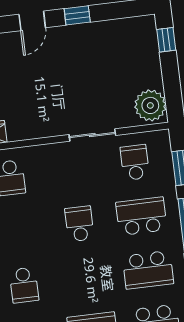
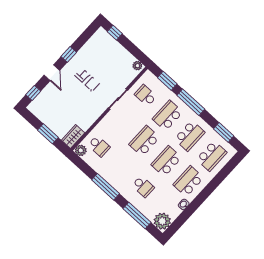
plant: (150, 105) -> (137, 66), width x0.53, depth x0.53
school desk: (79, 224) -> (144, 141), width x1.85
school desk: (86, 277) -> (166, 161), added

